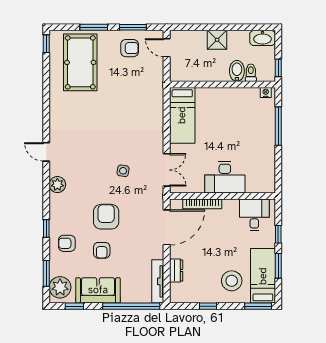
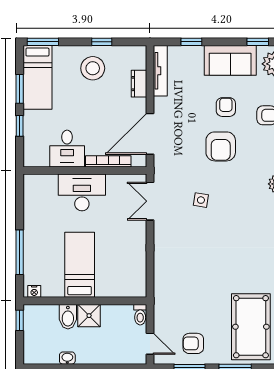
washbasin: (263, 38) -> (67, 358), moved, width x0.52, depth x0.69
shower: (217, 40) -> (89, 316), moved
toilet: (251, 73) -> (140, 315), moved
bed: (182, 115) -> (80, 265), moved
desk: (254, 215) -> (67, 149), moved
stool: (232, 281) -> (93, 68), moved
window: (131, 306) -> (191, 42), width x0.32

